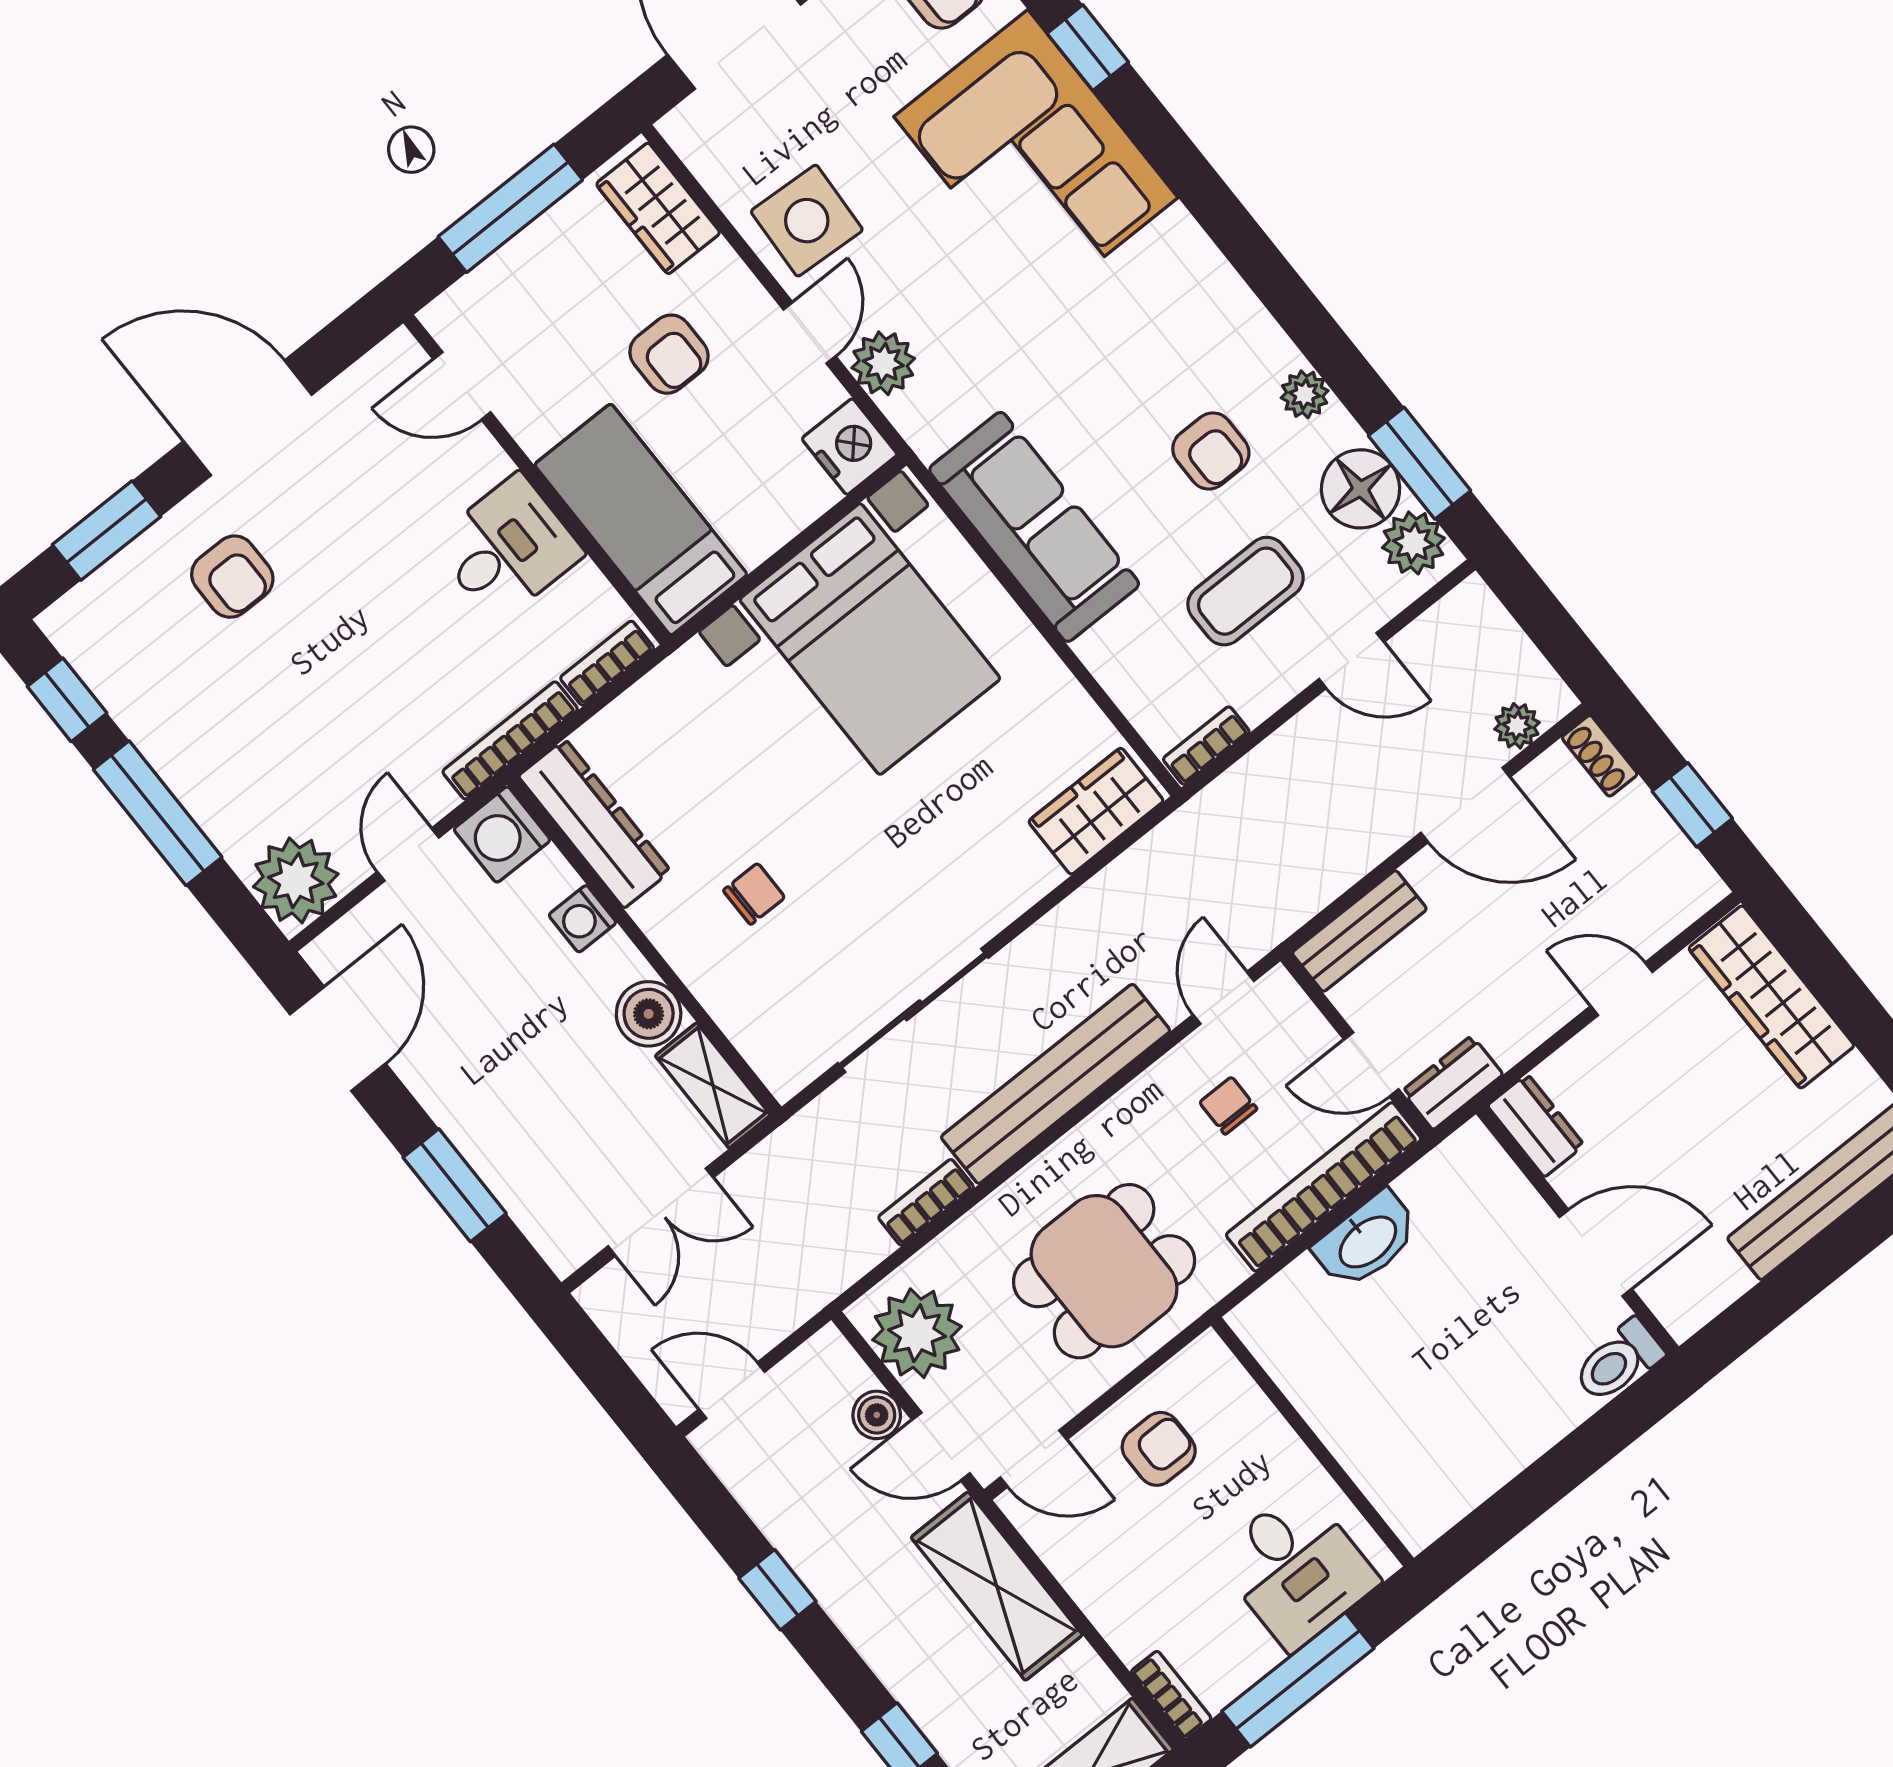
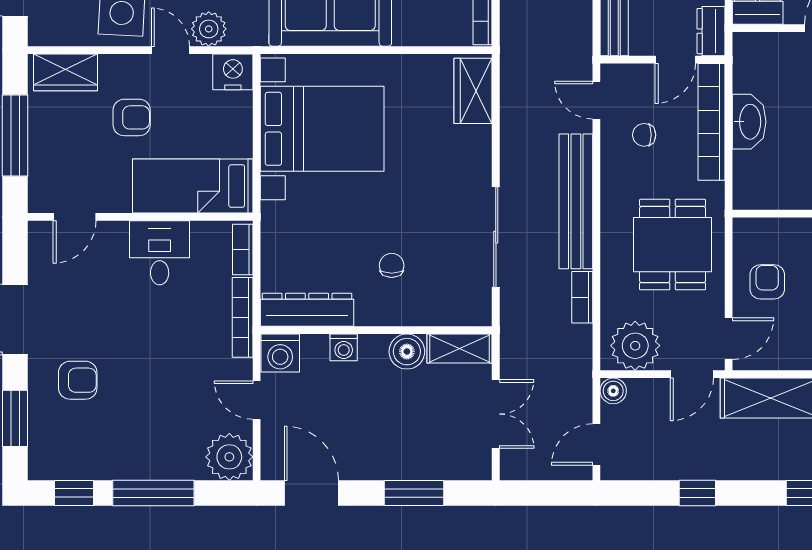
boiler: (877, 1415) -> (613, 391), moved

